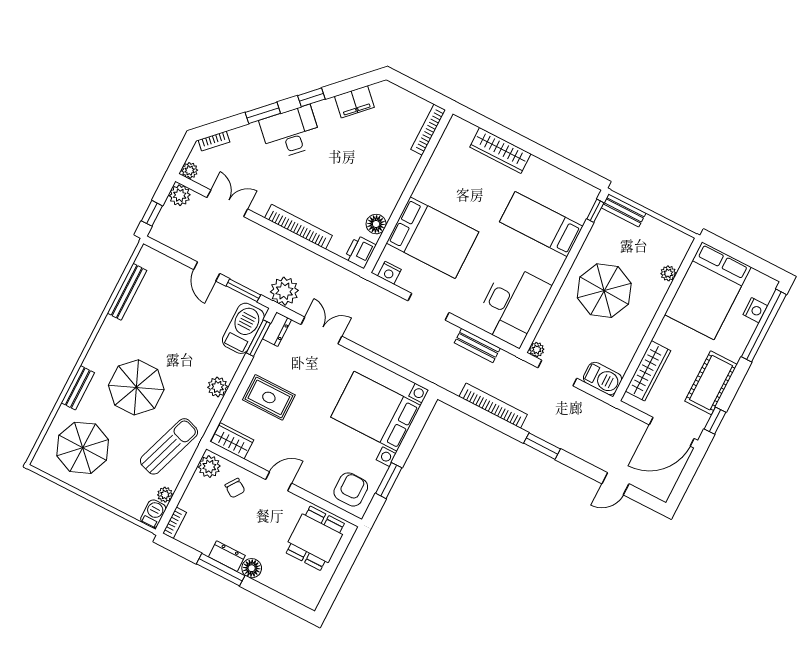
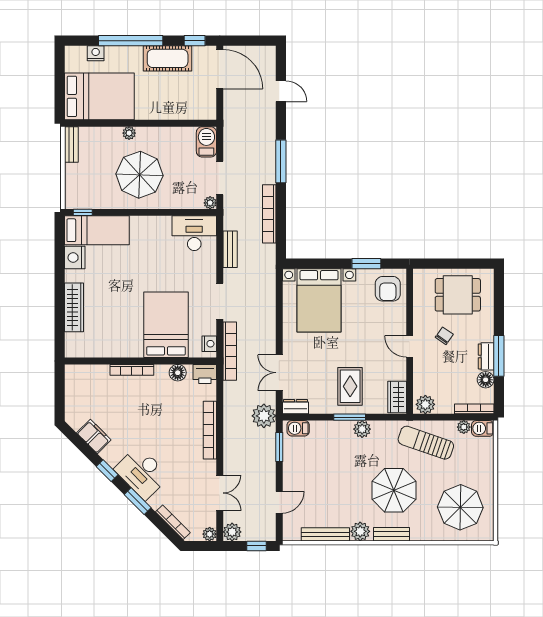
bookcase: (428, 130) -> (132, 370), moved
bookcase: (214, 141) -> (173, 522), width x1.56
nightstand: (552, 178) -> (75, 258), added
double door: (227, 203) -> (220, 493), swing flipped
bench: (624, 210) -> (71, 144), moved
bed: (541, 224) -> (97, 230), moved, turned -90
door: (207, 272) -> (279, 502), moved
plant: (668, 273) -> (129, 133), moved
bookcase: (371, 290) -> (230, 351), added
desk: (512, 305) -> (194, 233), width x0.73, depth x0.77
window: (764, 326) -> (131, 41), moved
barbecue: (243, 328) -> (298, 428), width x0.53, depth x0.65
plant: (111, 330) -> (360, 531), added
window: (258, 338) -> (350, 417), moved
wardrobe: (648, 371) -> (183, 111), removed
bench: (78, 388) -> (392, 534), moved
window: (542, 446) -> (281, 161), width x1.44
chair: (235, 488) -> (444, 336), moved
armchair: (351, 489) -> (388, 289), turned -90
bookcase: (175, 523) -> (474, 409), width x1.56
dining table: (315, 538) -> (458, 295), moved
floor lamp: (252, 568) -> (486, 380), moved

